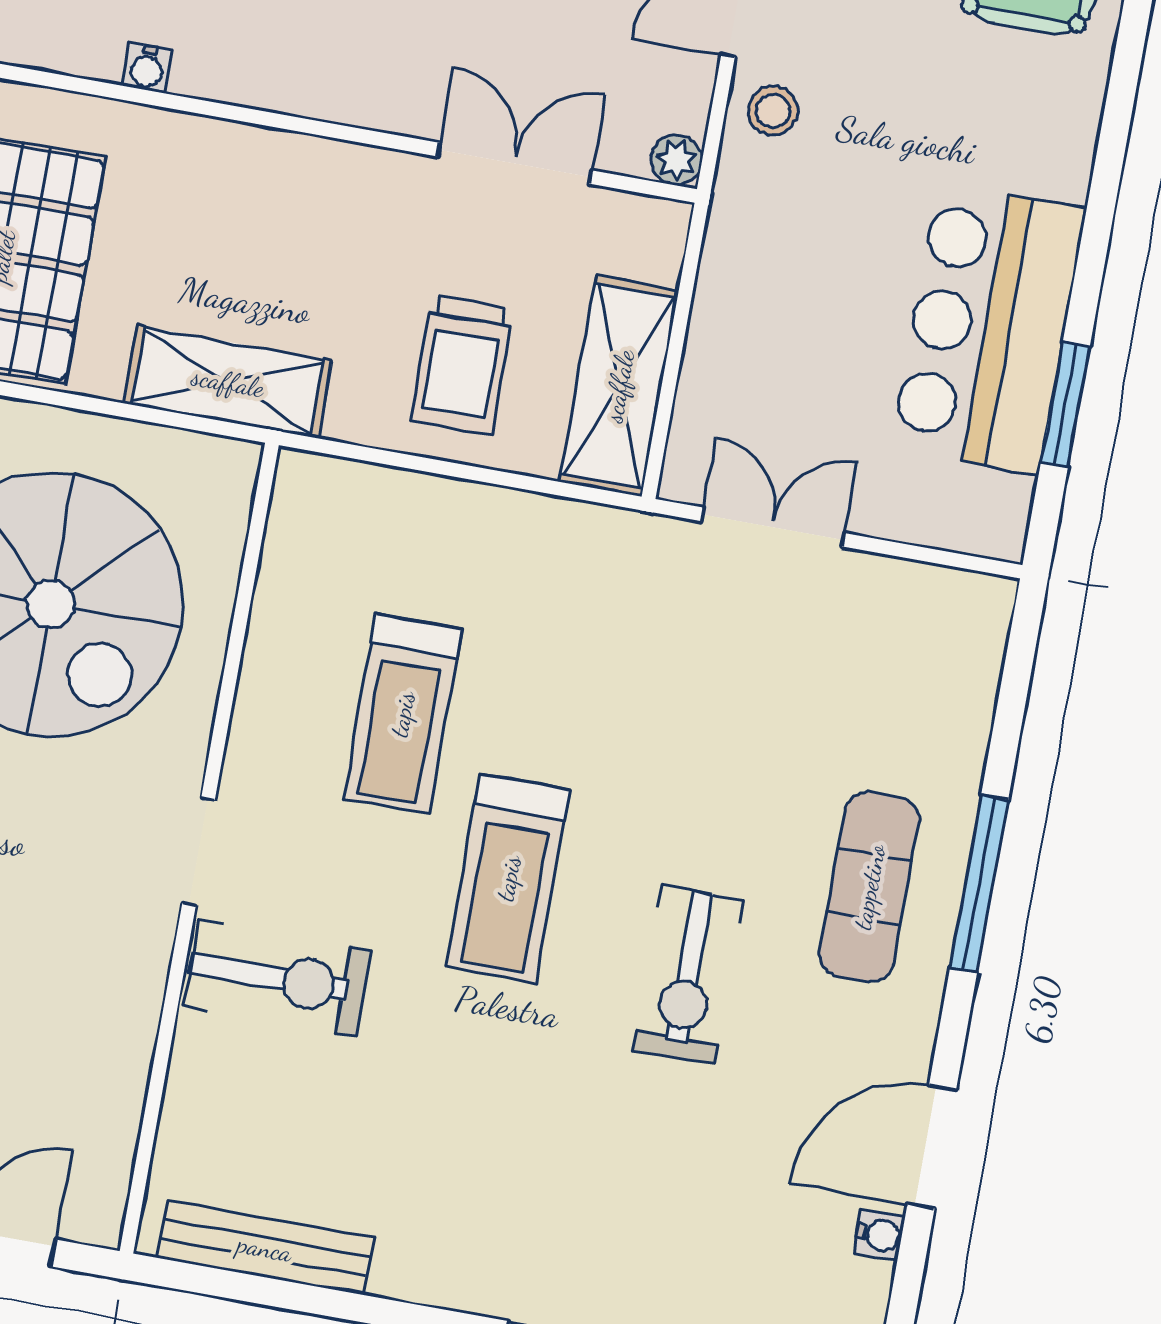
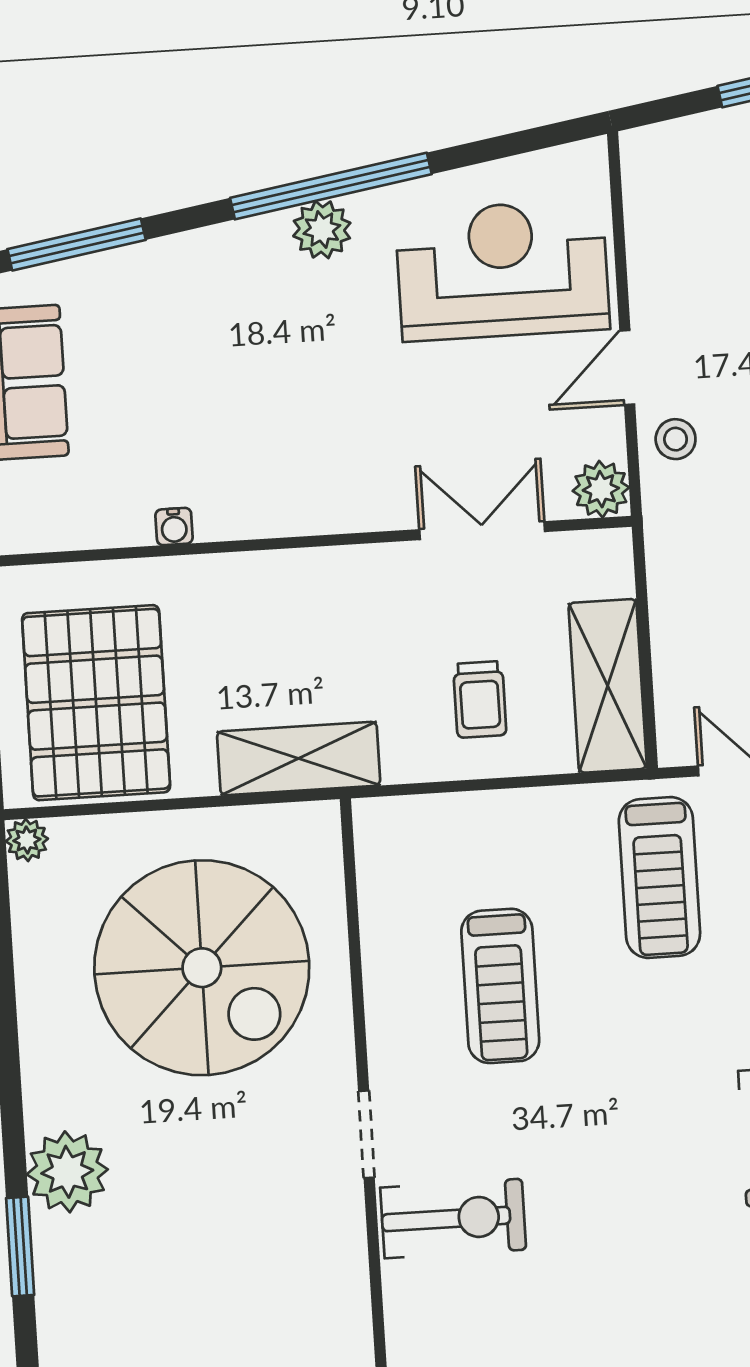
plant: (677, 160) -> (601, 489), width x1.38, depth x1.38
trolley: (462, 365) -> (480, 699), width x0.73, depth x0.72
treadmill: (508, 878) -> (659, 877), moved

